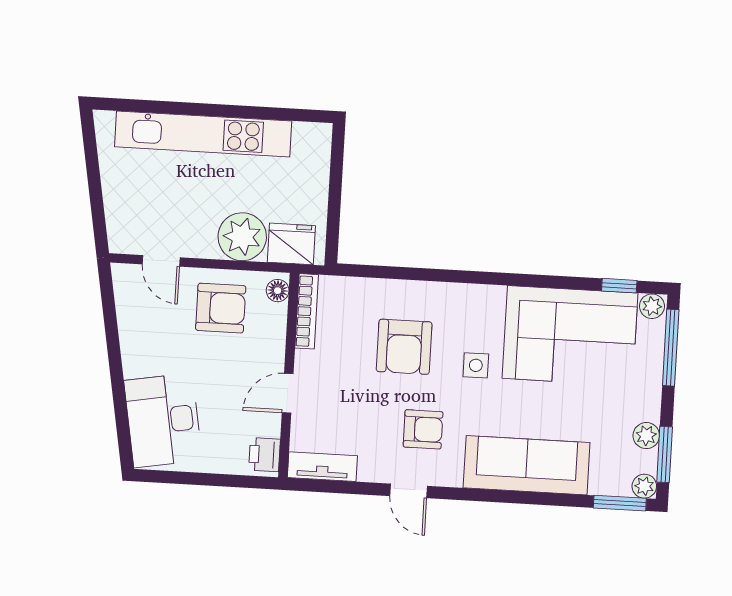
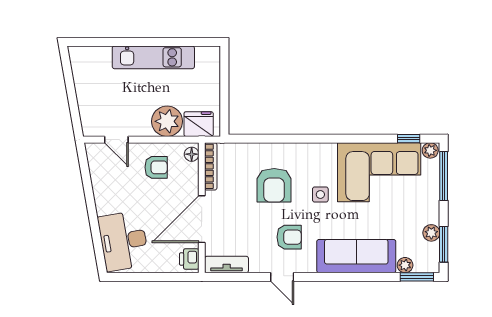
kitchen unit: (203, 134) -> (153, 57), width x0.73
armchair: (221, 308) -> (156, 167), width x0.72, depth x0.72
door: (288, 393) -> (202, 219), width x1.87
plant: (644, 486) -> (405, 265), moved

